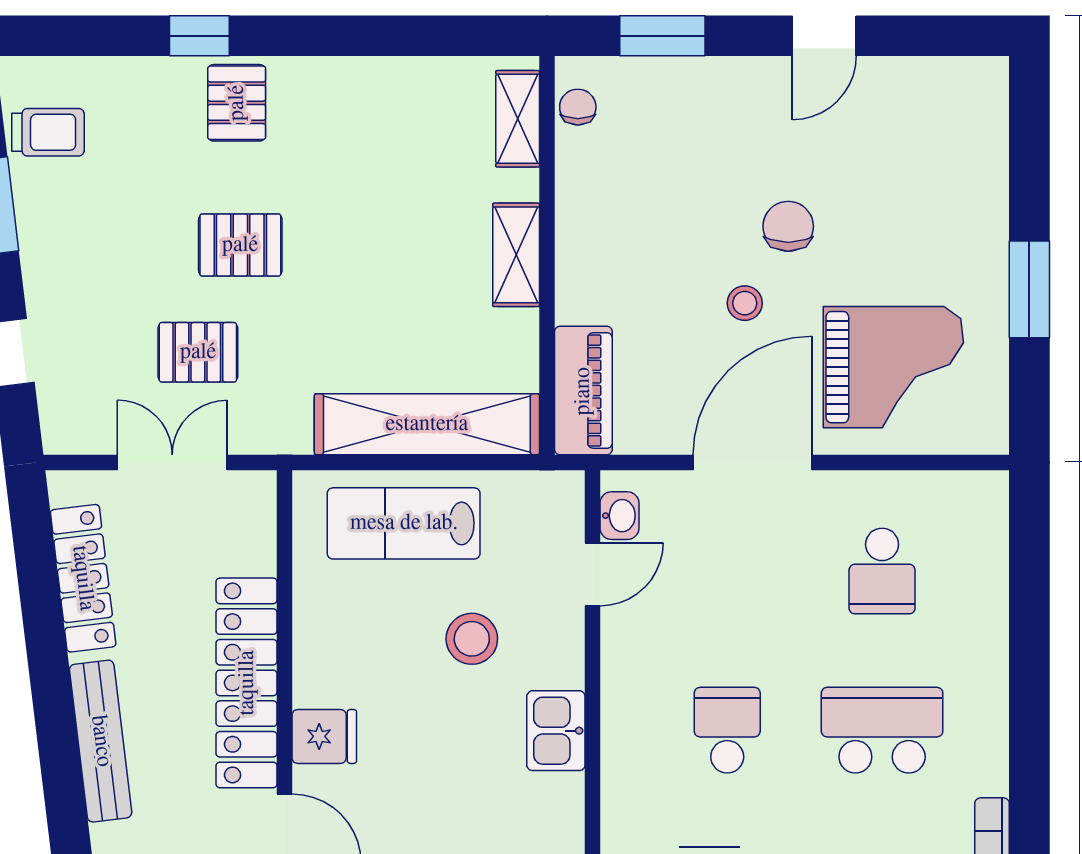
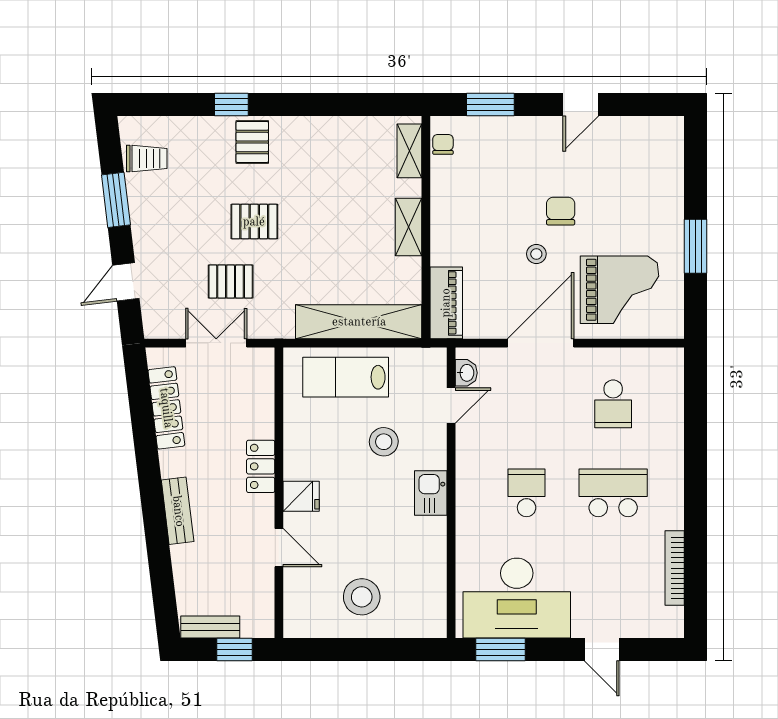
locker: (247, 683) -> (261, 466), width x0.46, depth x0.83
bench: (101, 741) -> (178, 511), width x0.73

